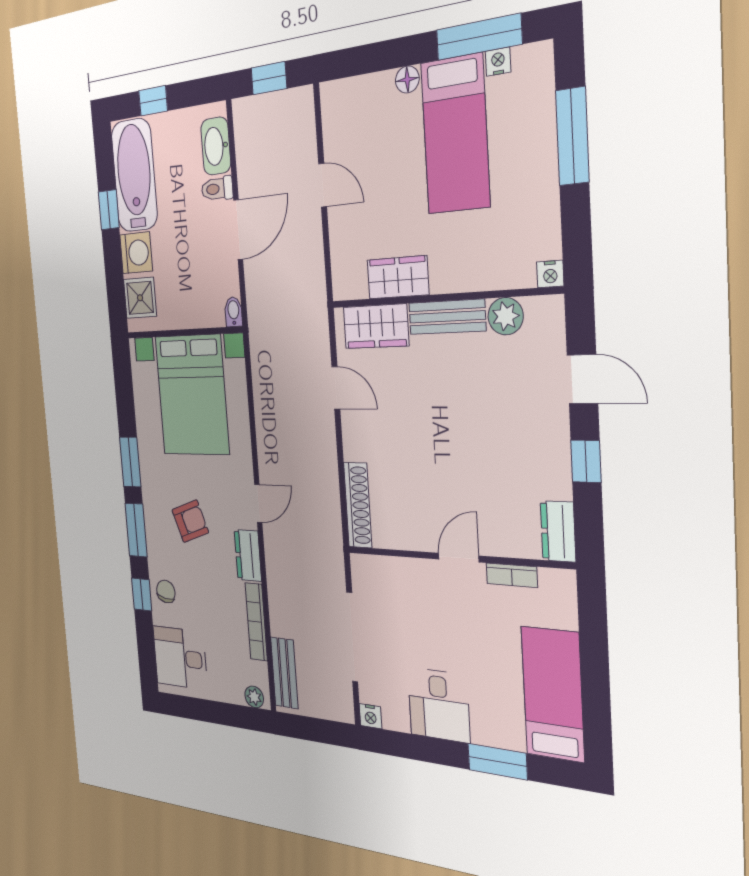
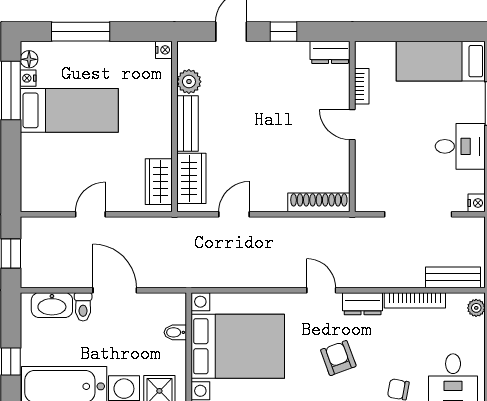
floor lamp: (407, 80) -> (29, 59), moved
wardrobe: (398, 277) -> (159, 182), moved
bidet: (233, 312) -> (175, 332), moved

